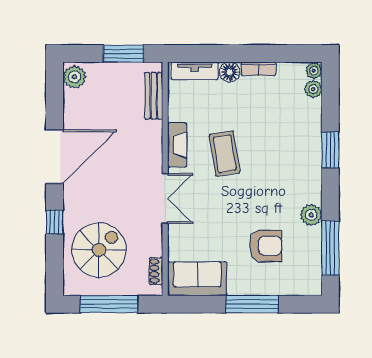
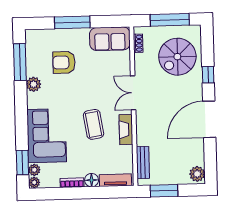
corner sofa: (294, 139) -> (47, 136), added
window: (330, 150) -> (22, 163), moved

